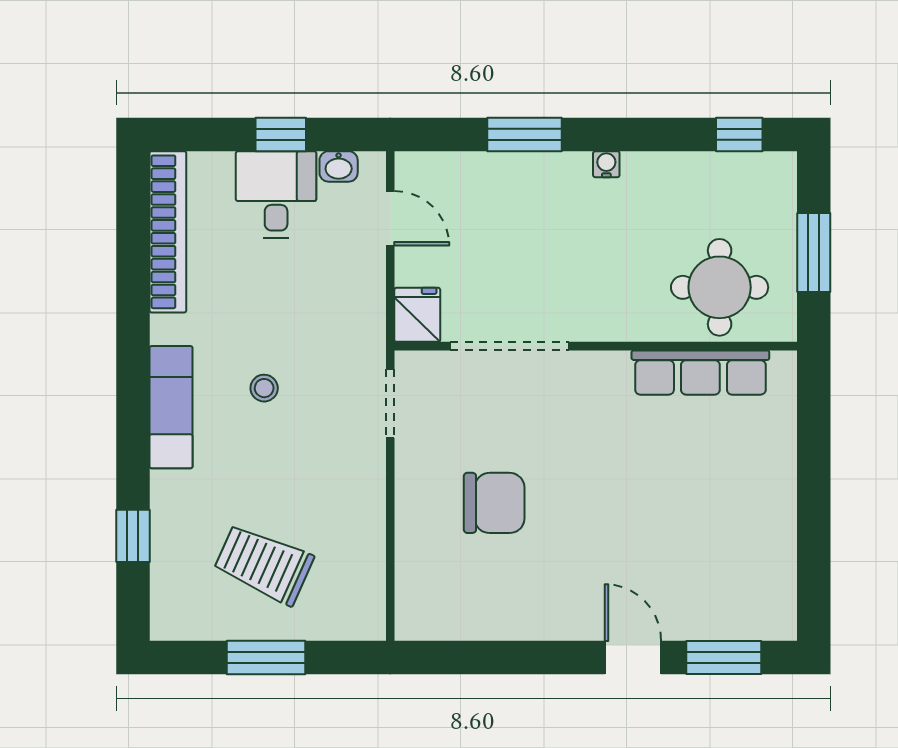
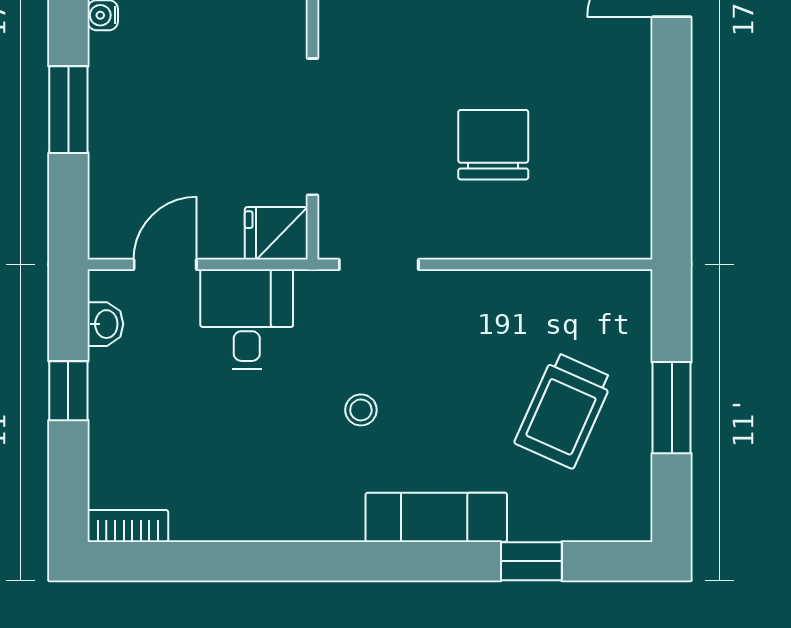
desk: (276, 194) -> (247, 319), moved, turned 90
bookcase: (168, 232) -> (128, 526), width x0.43, depth x0.76
exam couch: (171, 407) -> (436, 517), moved

